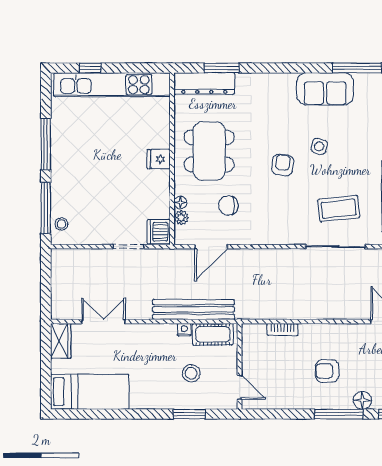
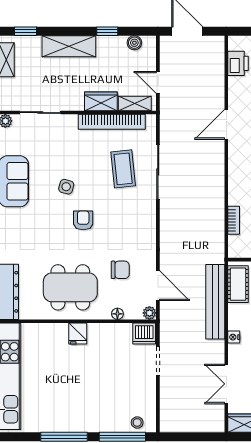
armchair: (282, 165) -> (83, 220), turned 81
chair: (228, 205) -> (120, 270), turned -90
plant: (181, 218) -> (149, 313), moved
nightstand: (184, 330) -> (234, 337), moved

